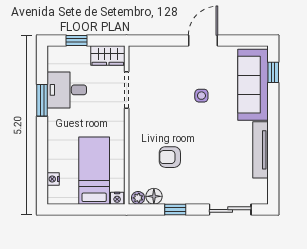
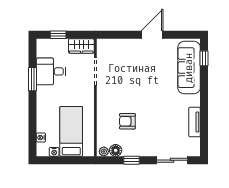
side table: (201, 96) -> (151, 76), removed
tv unit: (260, 150) -> (195, 122), width x0.71
nightstand: (117, 198) -> (54, 152), moved

